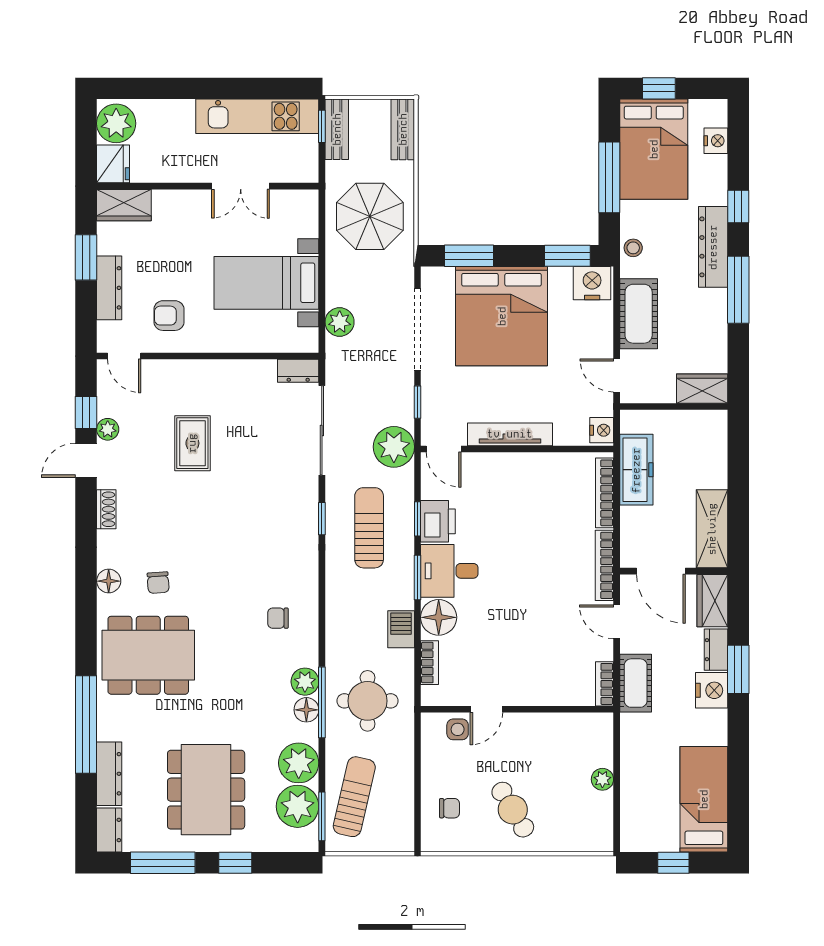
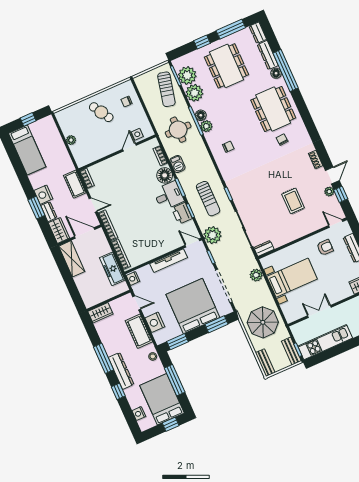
nightstand: (592, 283) -> (155, 322), moved, turned 90
floor lamp: (109, 581) -> (276, 73), moved
dining table: (148, 655) -> (273, 109), turned 90

